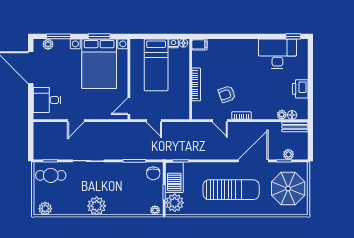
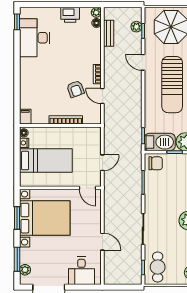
plant: (282, 115) -> (96, 13), moved
door: (220, 121) -> (102, 96), swing flipped
bench: (295, 127) -> (109, 33), moved
door: (253, 161) -> (143, 62), width x0.53
sun lounger: (231, 190) -> (172, 85), turned 180

